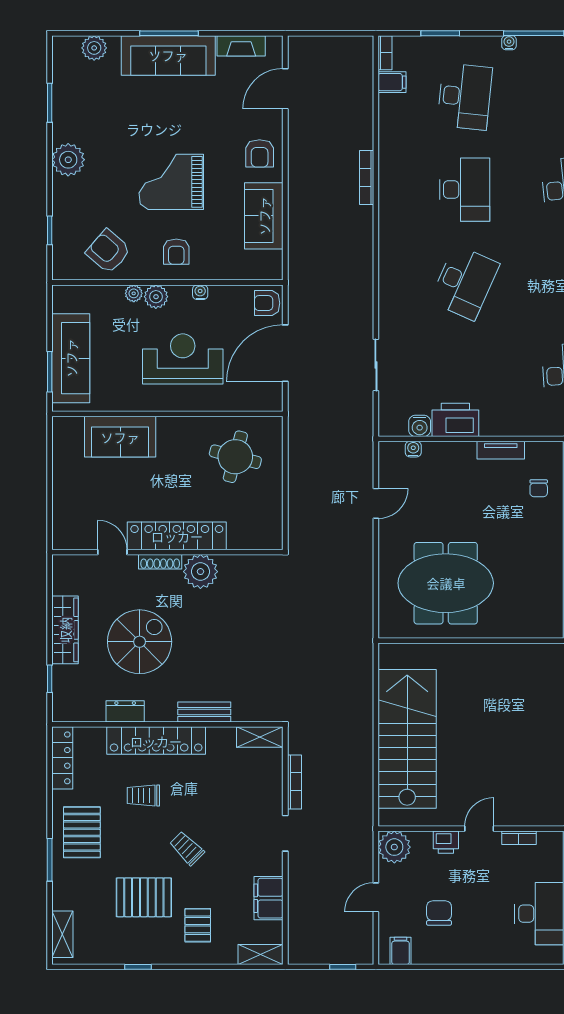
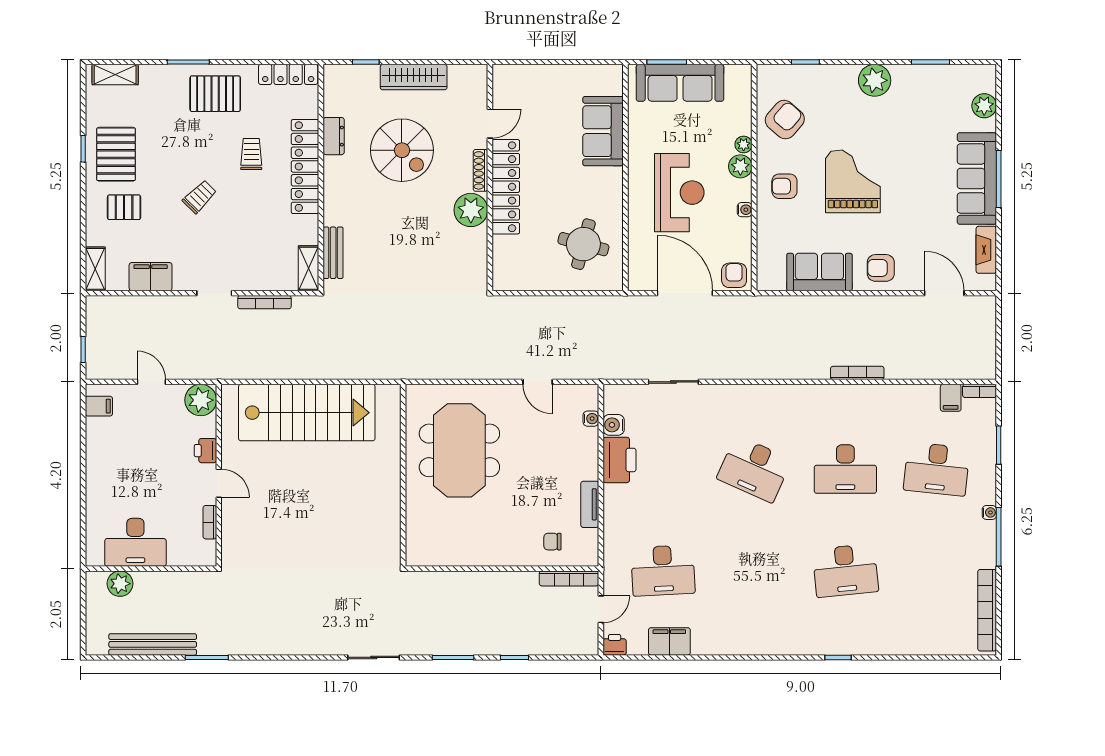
bench: (204, 712) -> (333, 253), moved
pallet: (144, 897) -> (116, 154), moved
chair: (439, 913) -> (136, 444), removed

